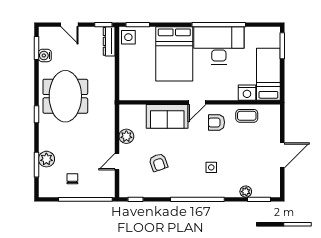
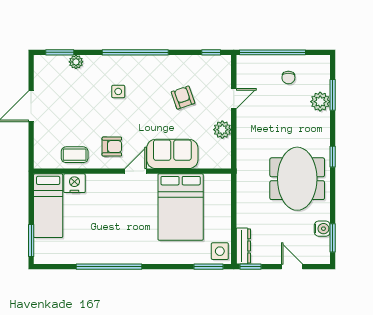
desk: (219, 45) -> (109, 241), removed
bed: (174, 54) -> (181, 207), moved, turned 180

